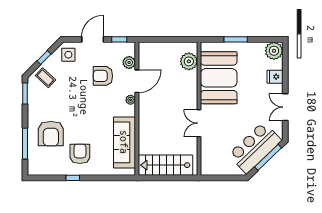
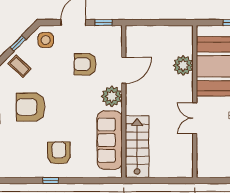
plant: (189, 61) -> (183, 65), moved
plant: (129, 62) -> (115, 49), removed
plant: (131, 100) -> (112, 96), width x1.87, depth x1.87
armchair: (51, 134) -> (31, 107), moved, turned 90
stairs: (165, 165) -> (137, 147), moved, turned 90

